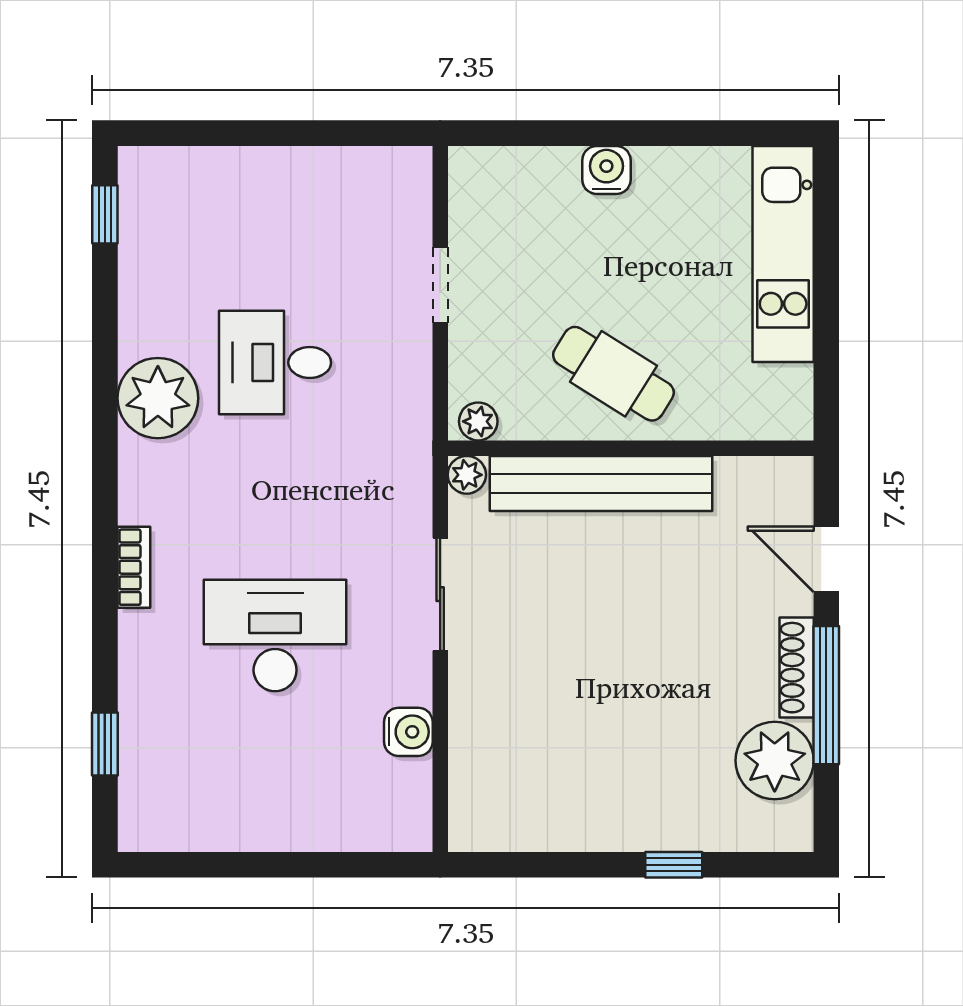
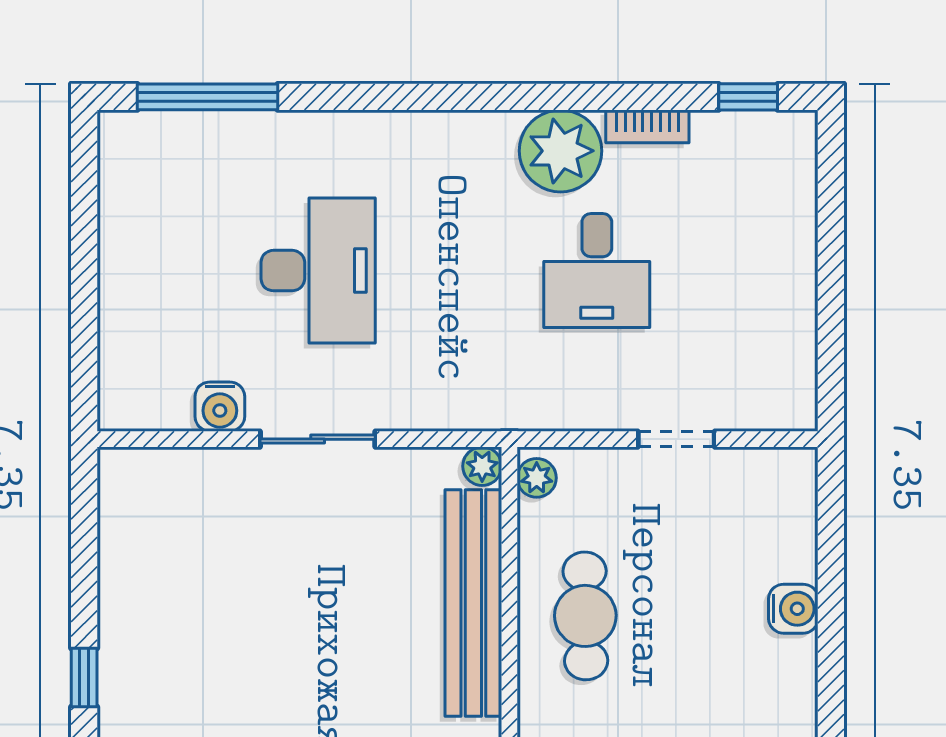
desk: (275, 362) -> (597, 271), turned 180
cafe table: (613, 374) -> (585, 616), turned -33
bookcase: (134, 567) -> (647, 126), moved
sliding door: (440, 594) -> (318, 439), moved
window: (105, 744) -> (207, 97), width x2.17

